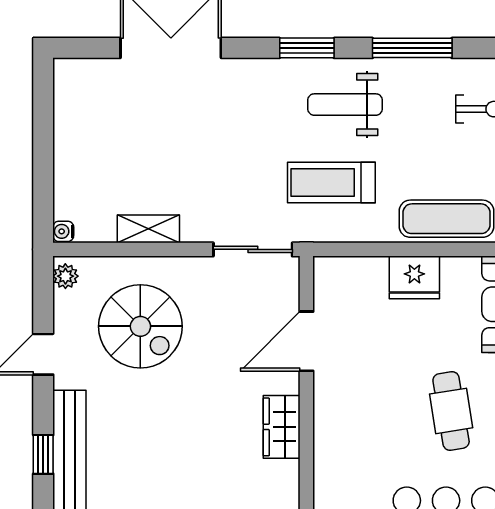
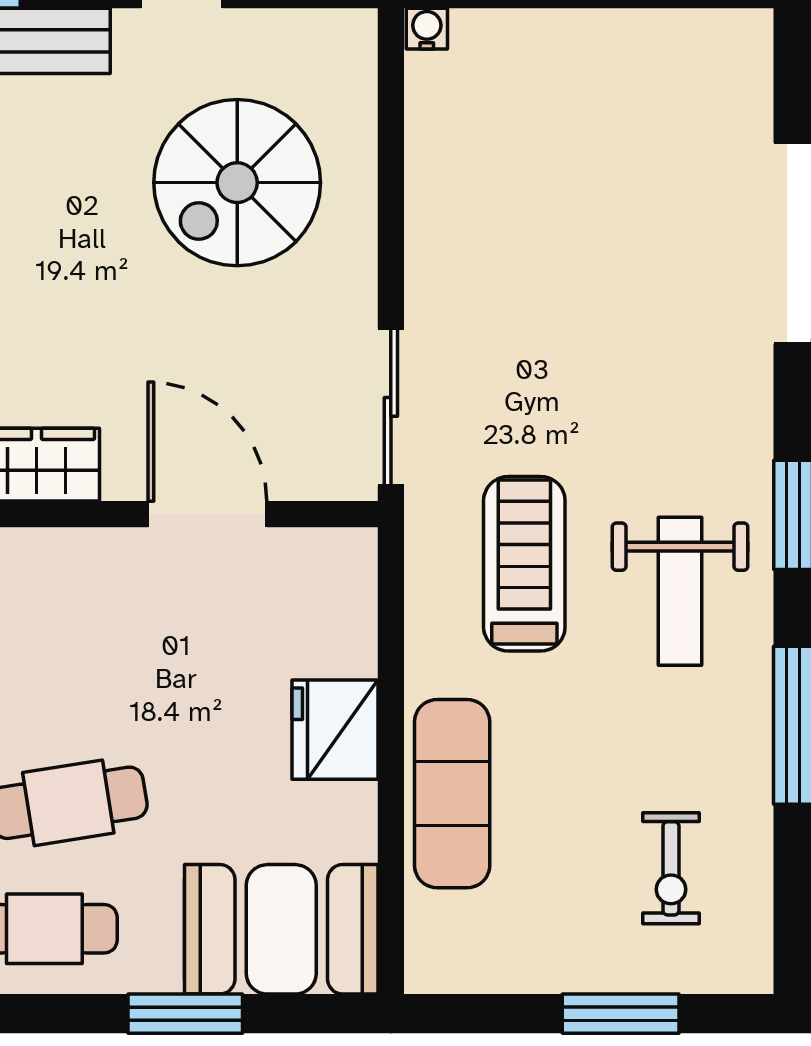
weight bench: (345, 105) -> (680, 591), turned 180
shelving: (148, 229) -> (432, 198), removed
plant: (65, 276) -> (337, 33), removed

